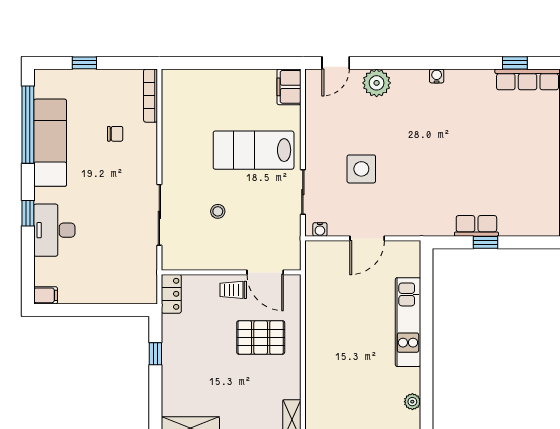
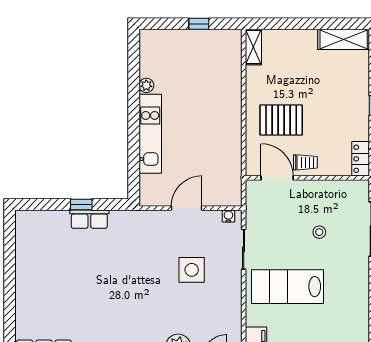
lab bench: (254, 150) -> (287, 287), turned 180
plant: (412, 402) -> (146, 85), moved

